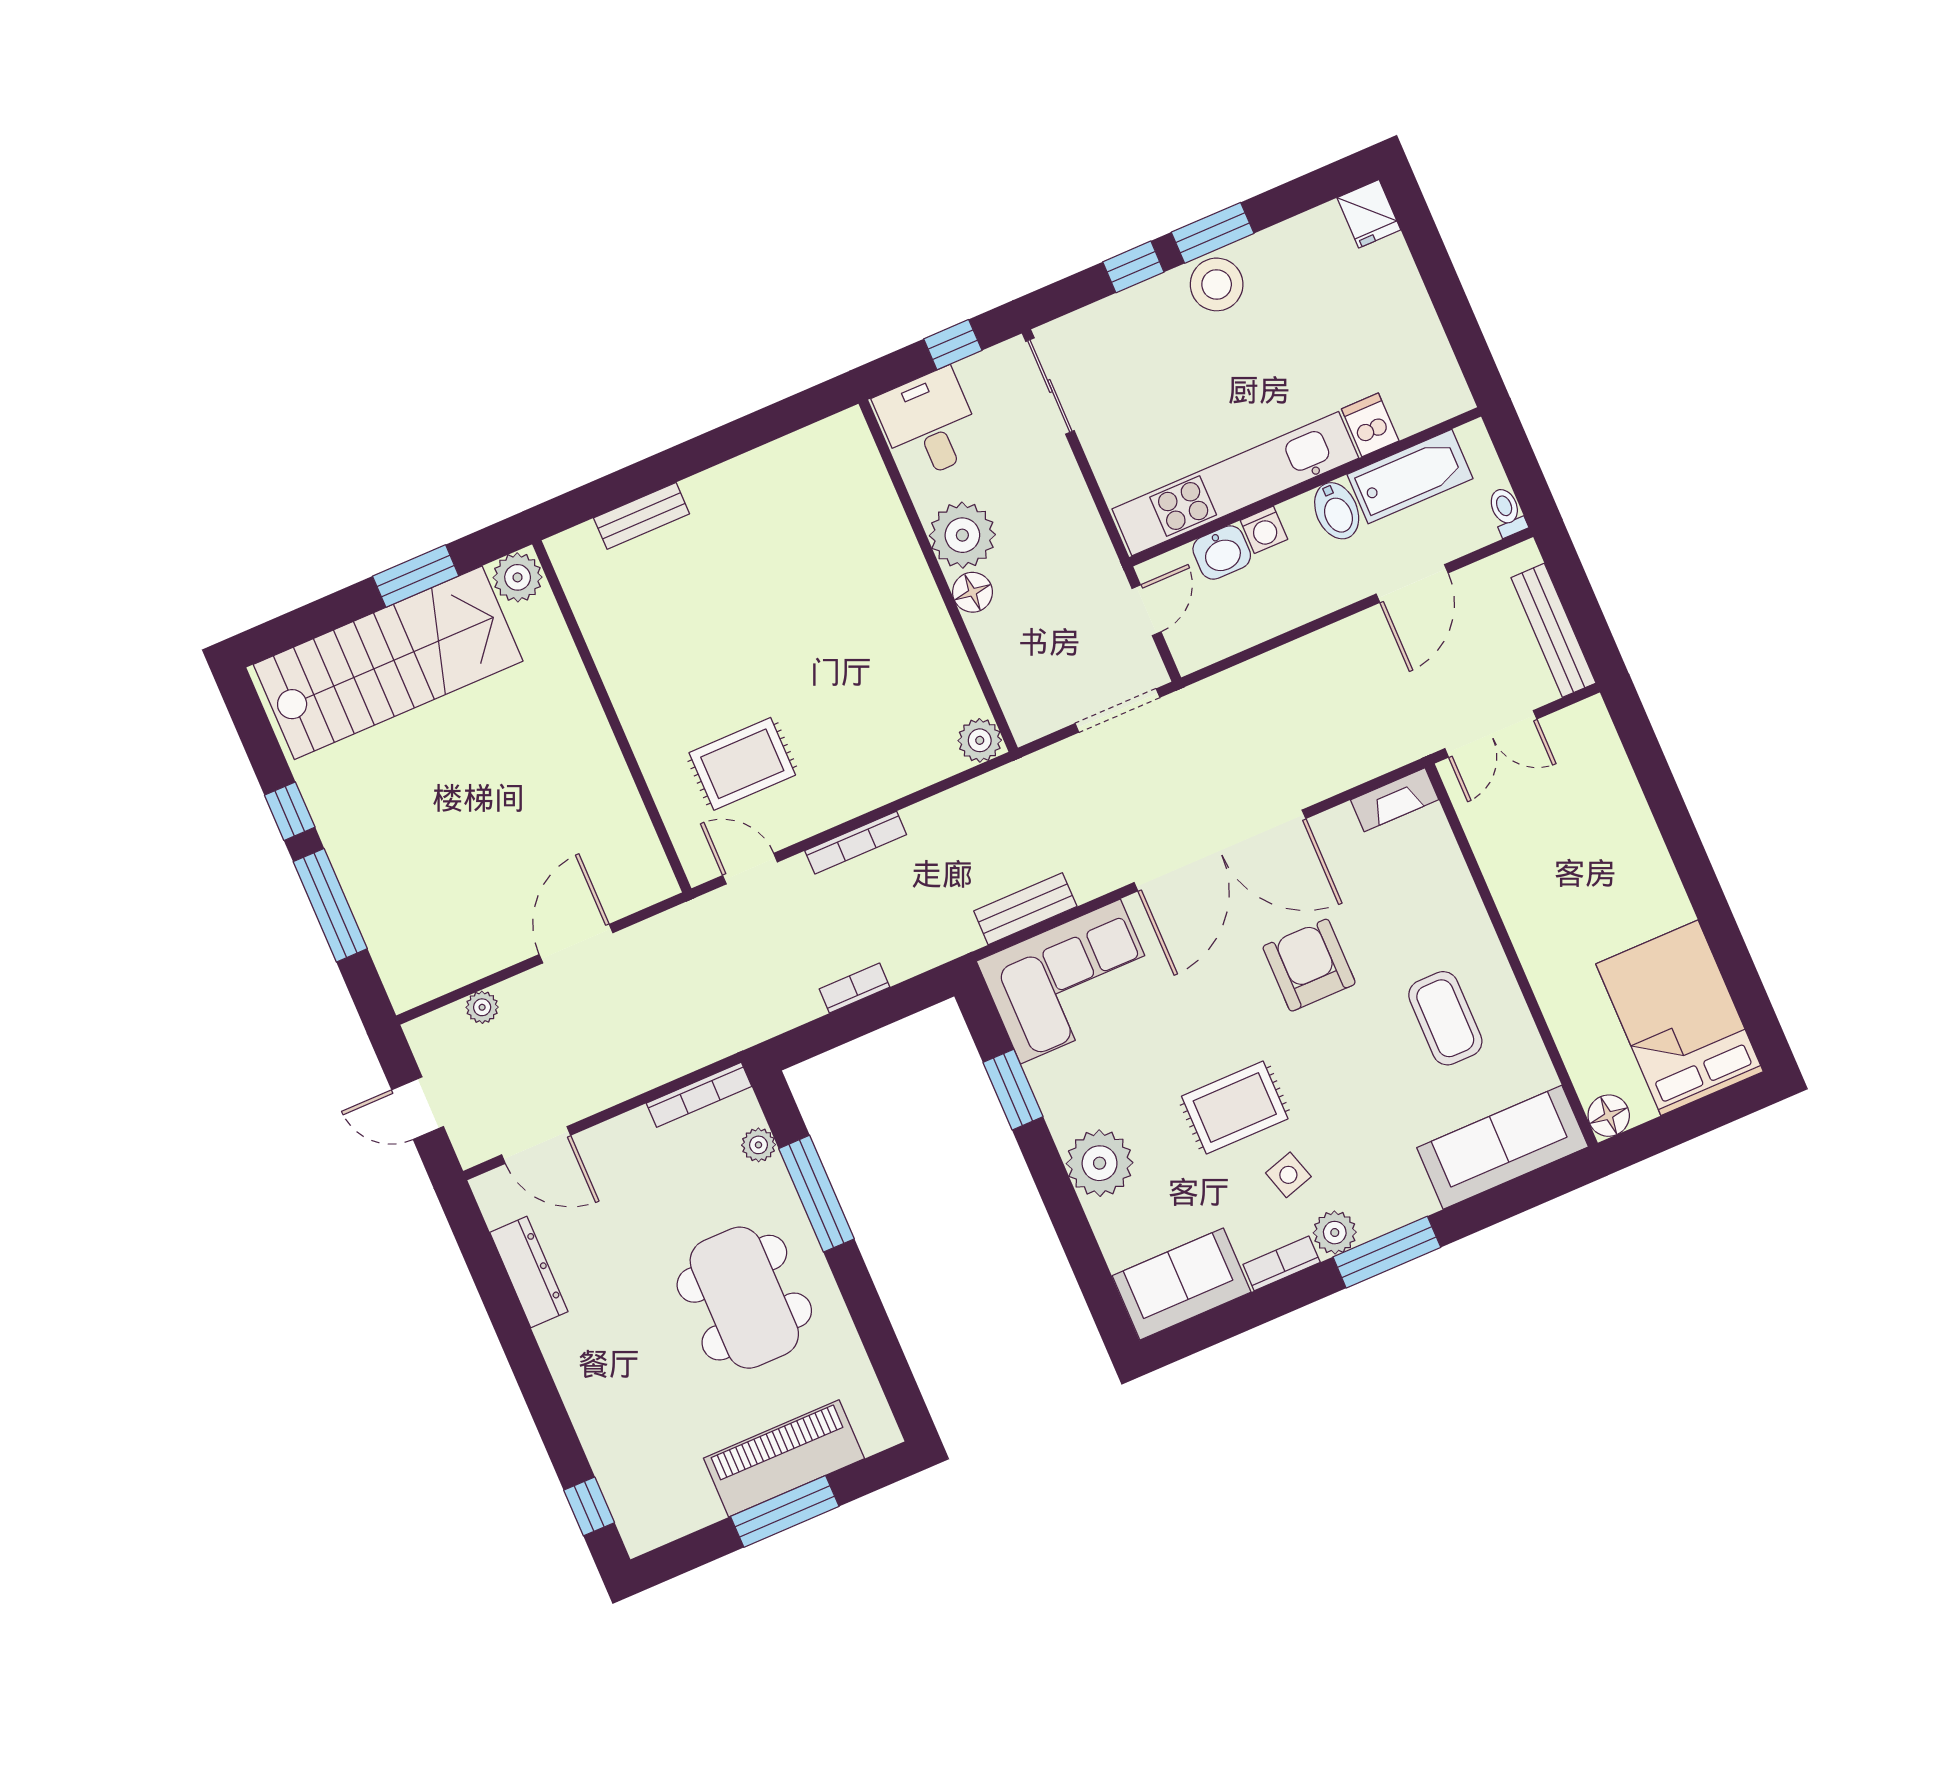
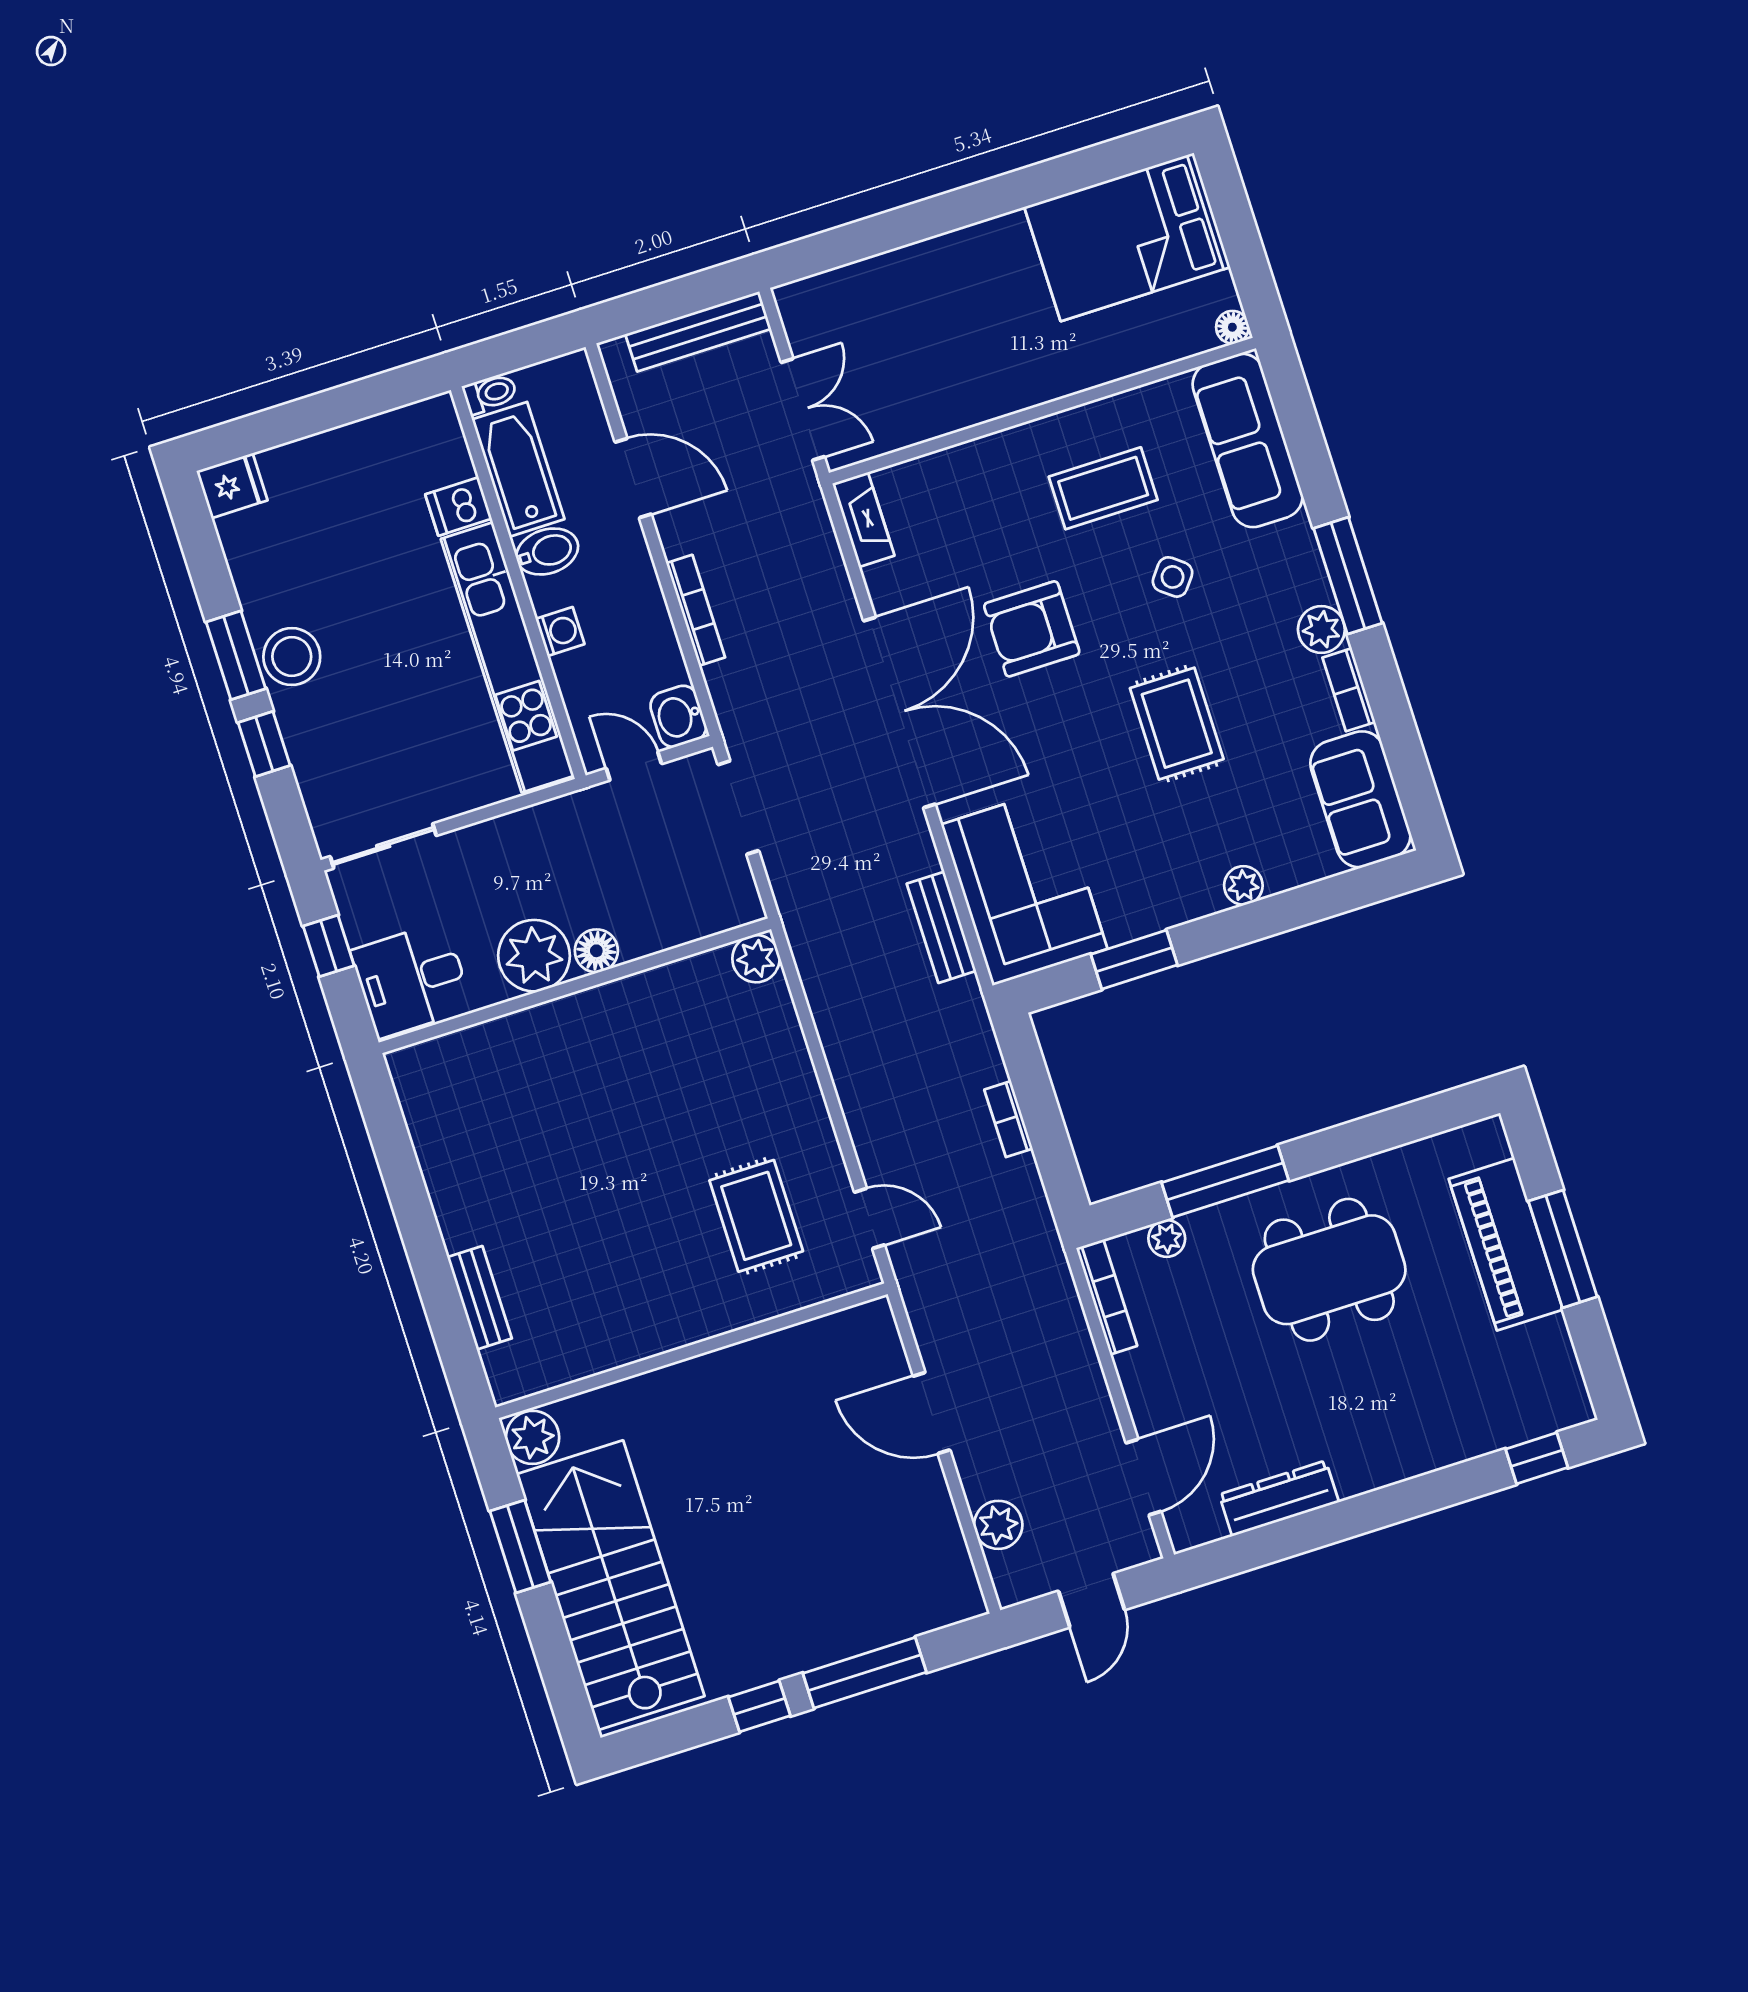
toilet: (1507, 512) -> (490, 394), moved, turned 180
washbasin: (1222, 552) -> (678, 716), moved, turned 180
bookcase: (856, 843) -> (696, 610), moved
door: (750, 869) -> (869, 1219), swing flipped
plant: (482, 1007) -> (998, 1525), width x1.38, depth x1.38
floor lamp: (1609, 1116) -> (1232, 327), width x0.73, depth x0.73
plant: (1100, 1163) -> (1243, 885), width x0.53, depth x0.53
side table: (1288, 1175) -> (1173, 577), moved, turned -35

